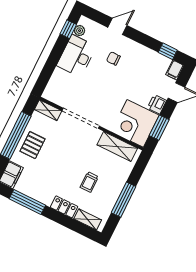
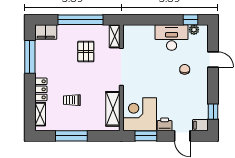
pallet: (33, 145) -> (86, 52), moved, turned 90

